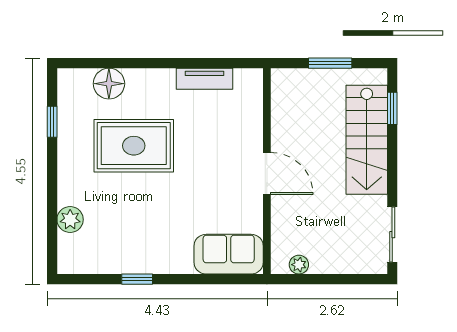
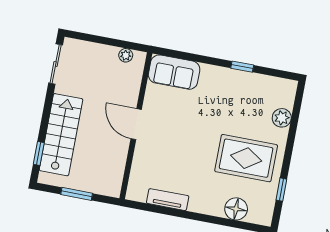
rug: (134, 146) -> (246, 158), moved

